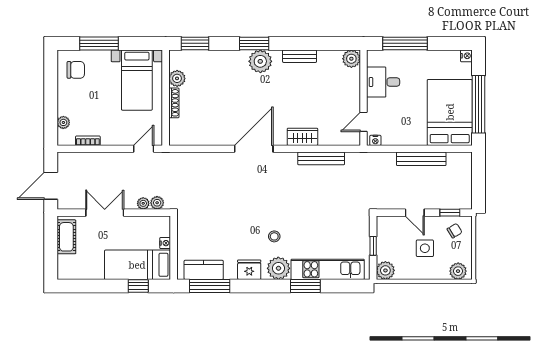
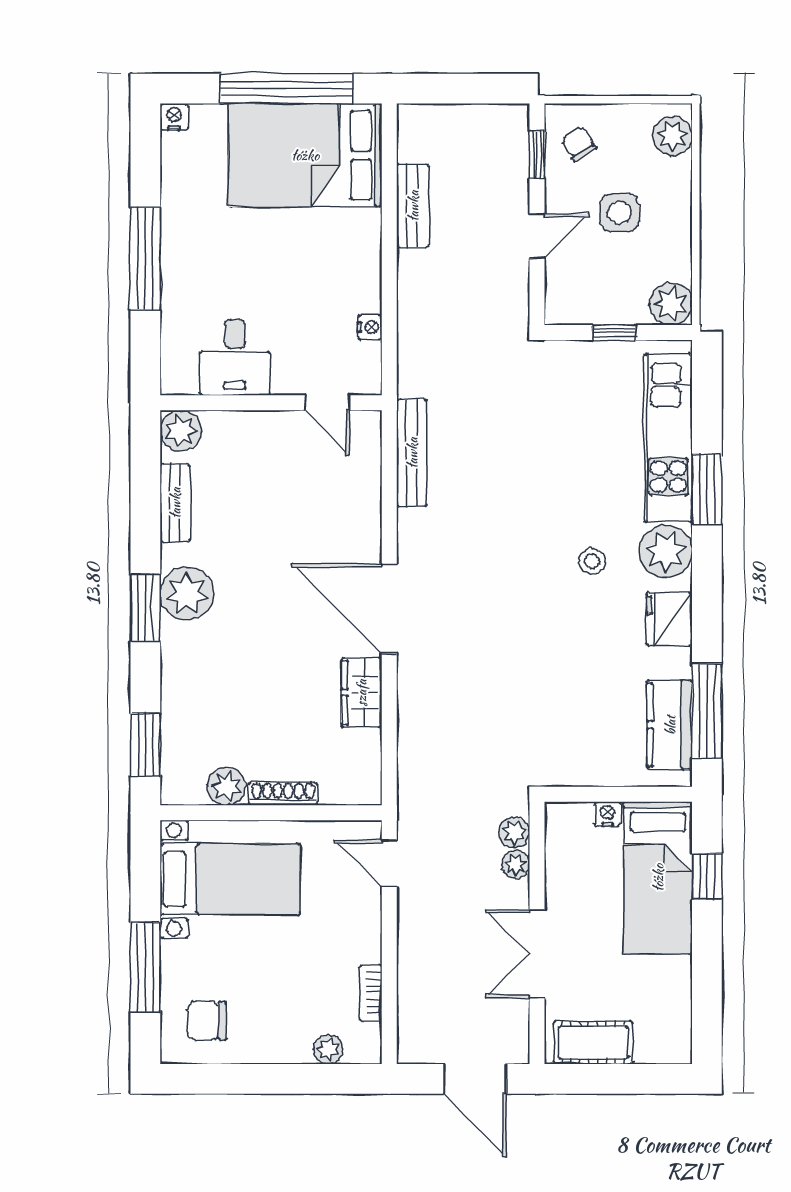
plant: (351, 59) -> (181, 431), moved
chair: (76, 70) -> (207, 1021), turned -90
desk: (383, 82) -> (235, 357), moved
wall: (364, 98) -> (271, 403), moved
door: (364, 122) -> (327, 403), moved
wardrobe: (302, 137) -> (361, 693), moved
bench: (421, 159) -> (413, 206), width x0.73

